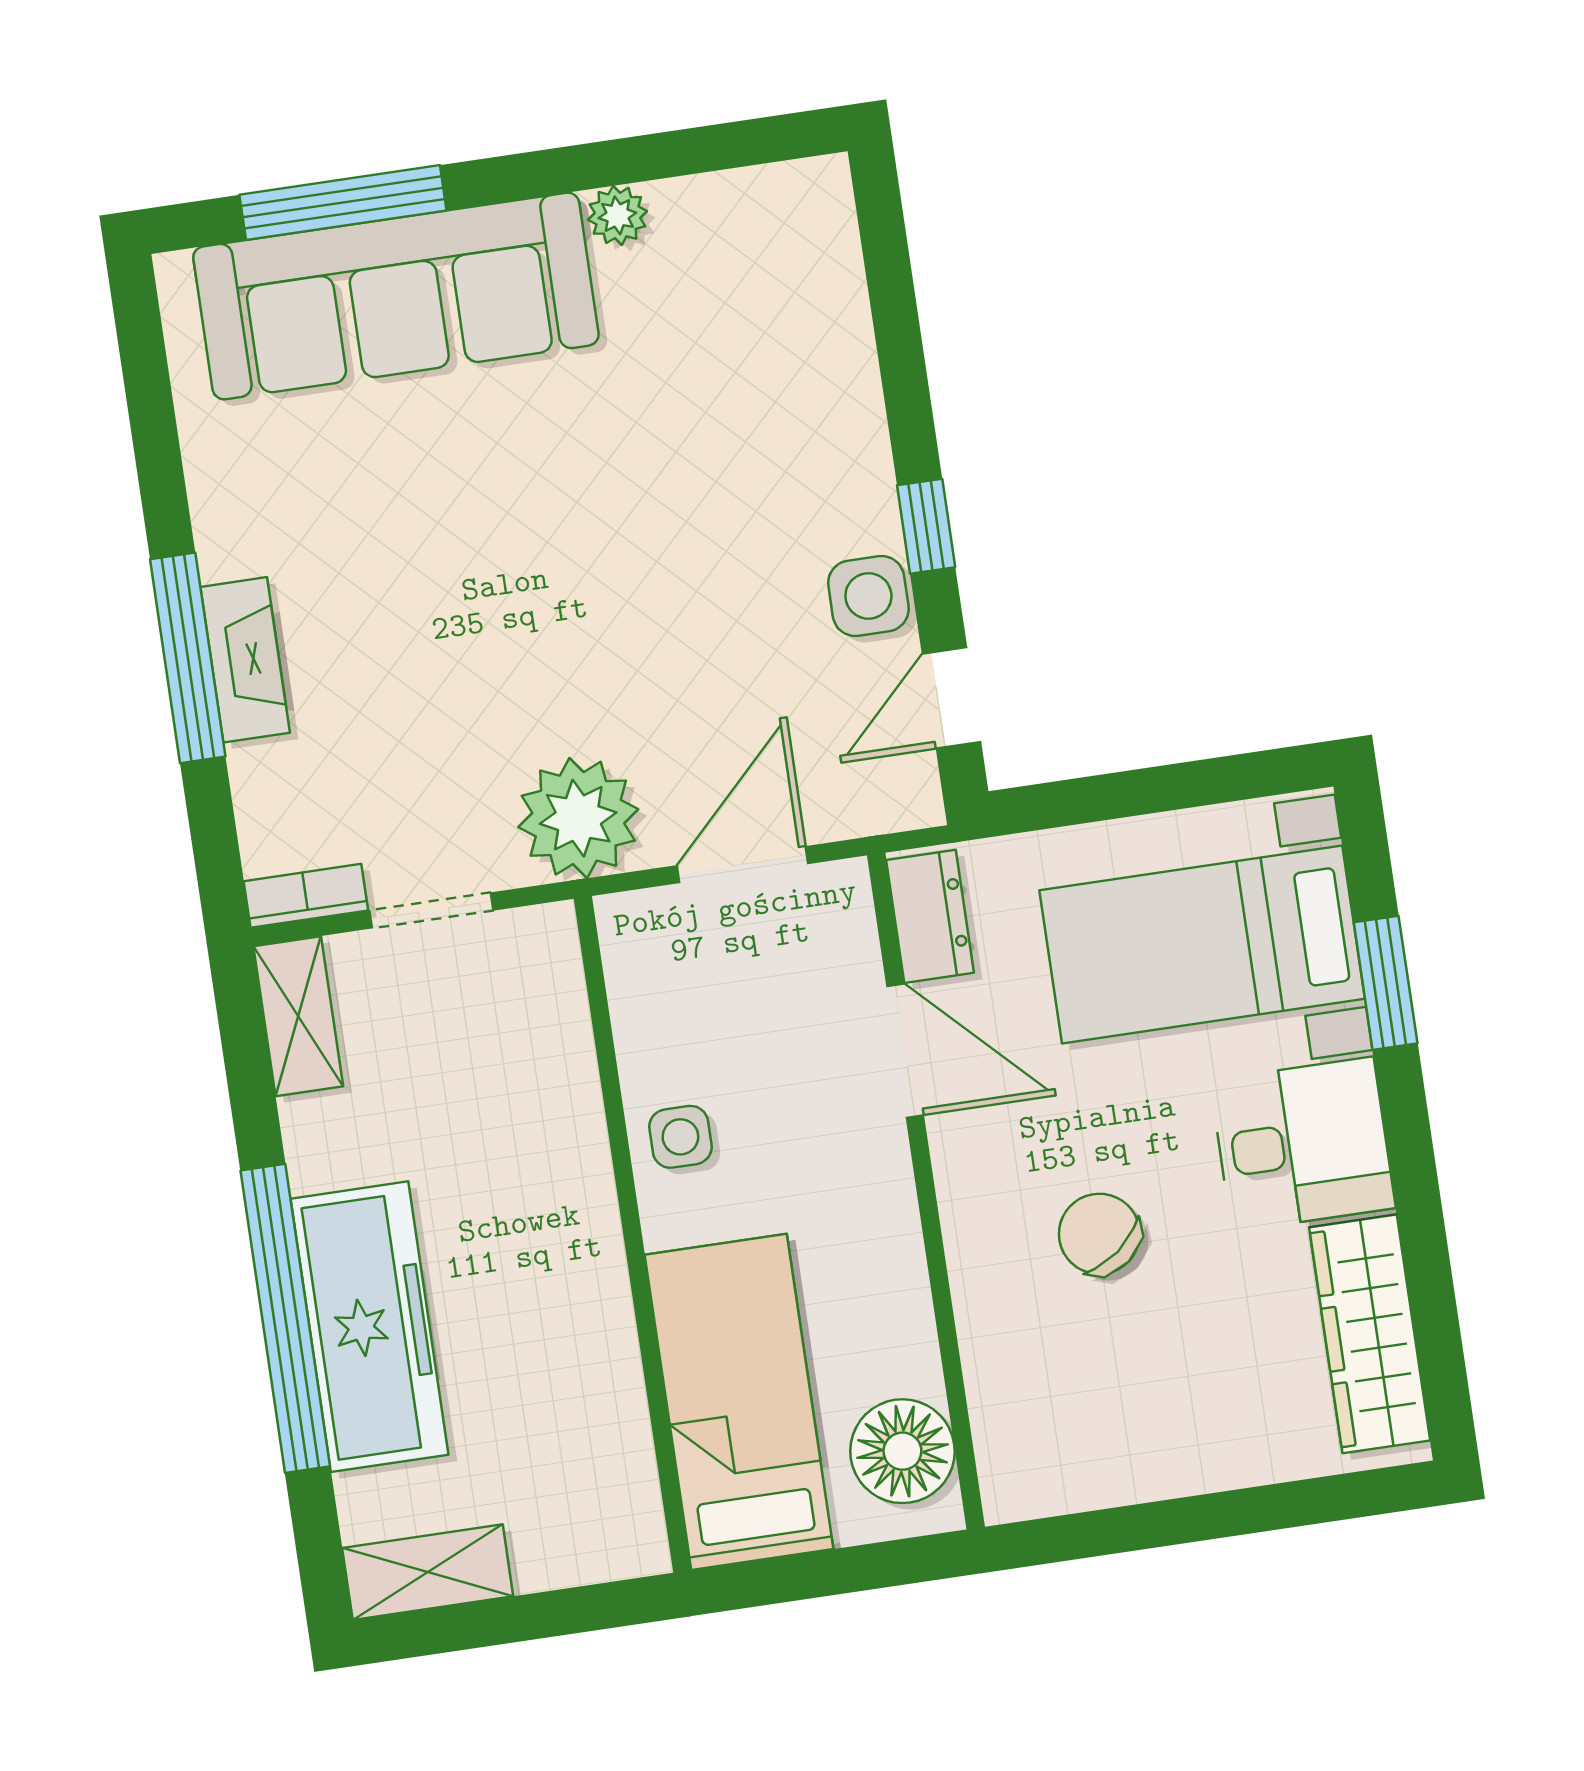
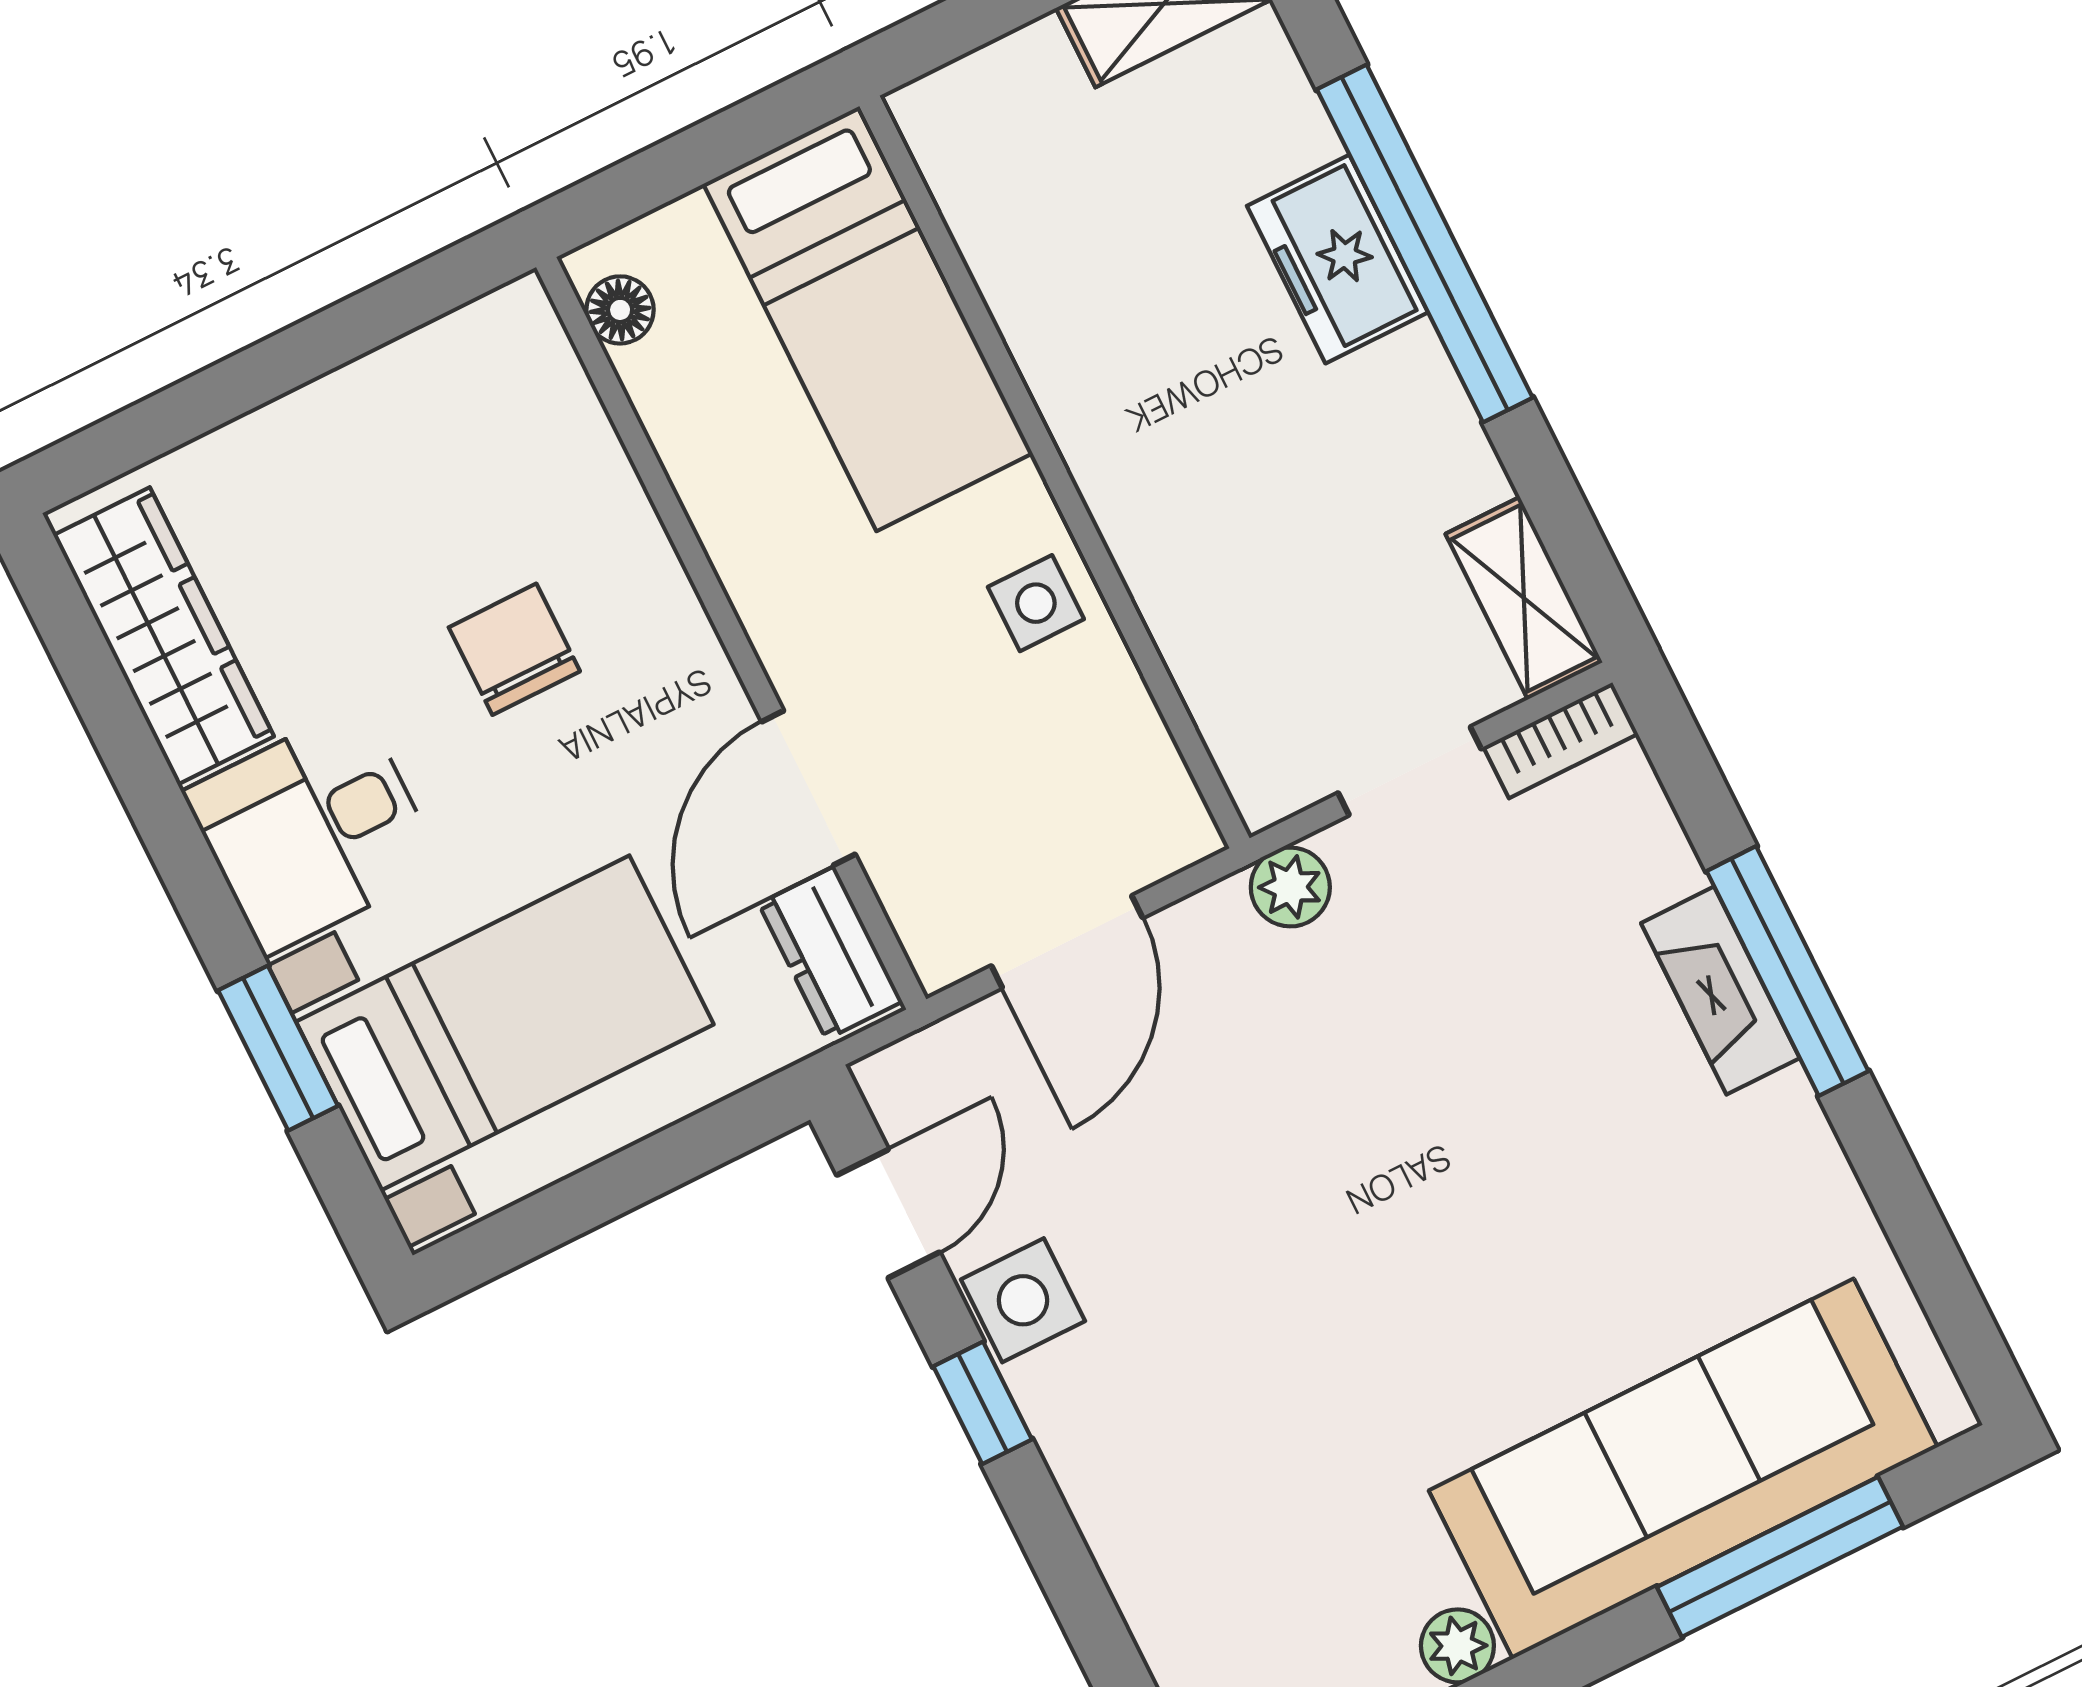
plant: (578, 818) -> (1290, 887), width x0.53, depth x0.53
door: (905, 1051) -> (808, 788), hinge flipped
chair: (1099, 1234) -> (514, 649), turned -142
freezer: (370, 1327) -> (1337, 259), width x0.52, depth x0.79
floor lamp: (902, 1451) -> (620, 310), width x0.53, depth x0.53

